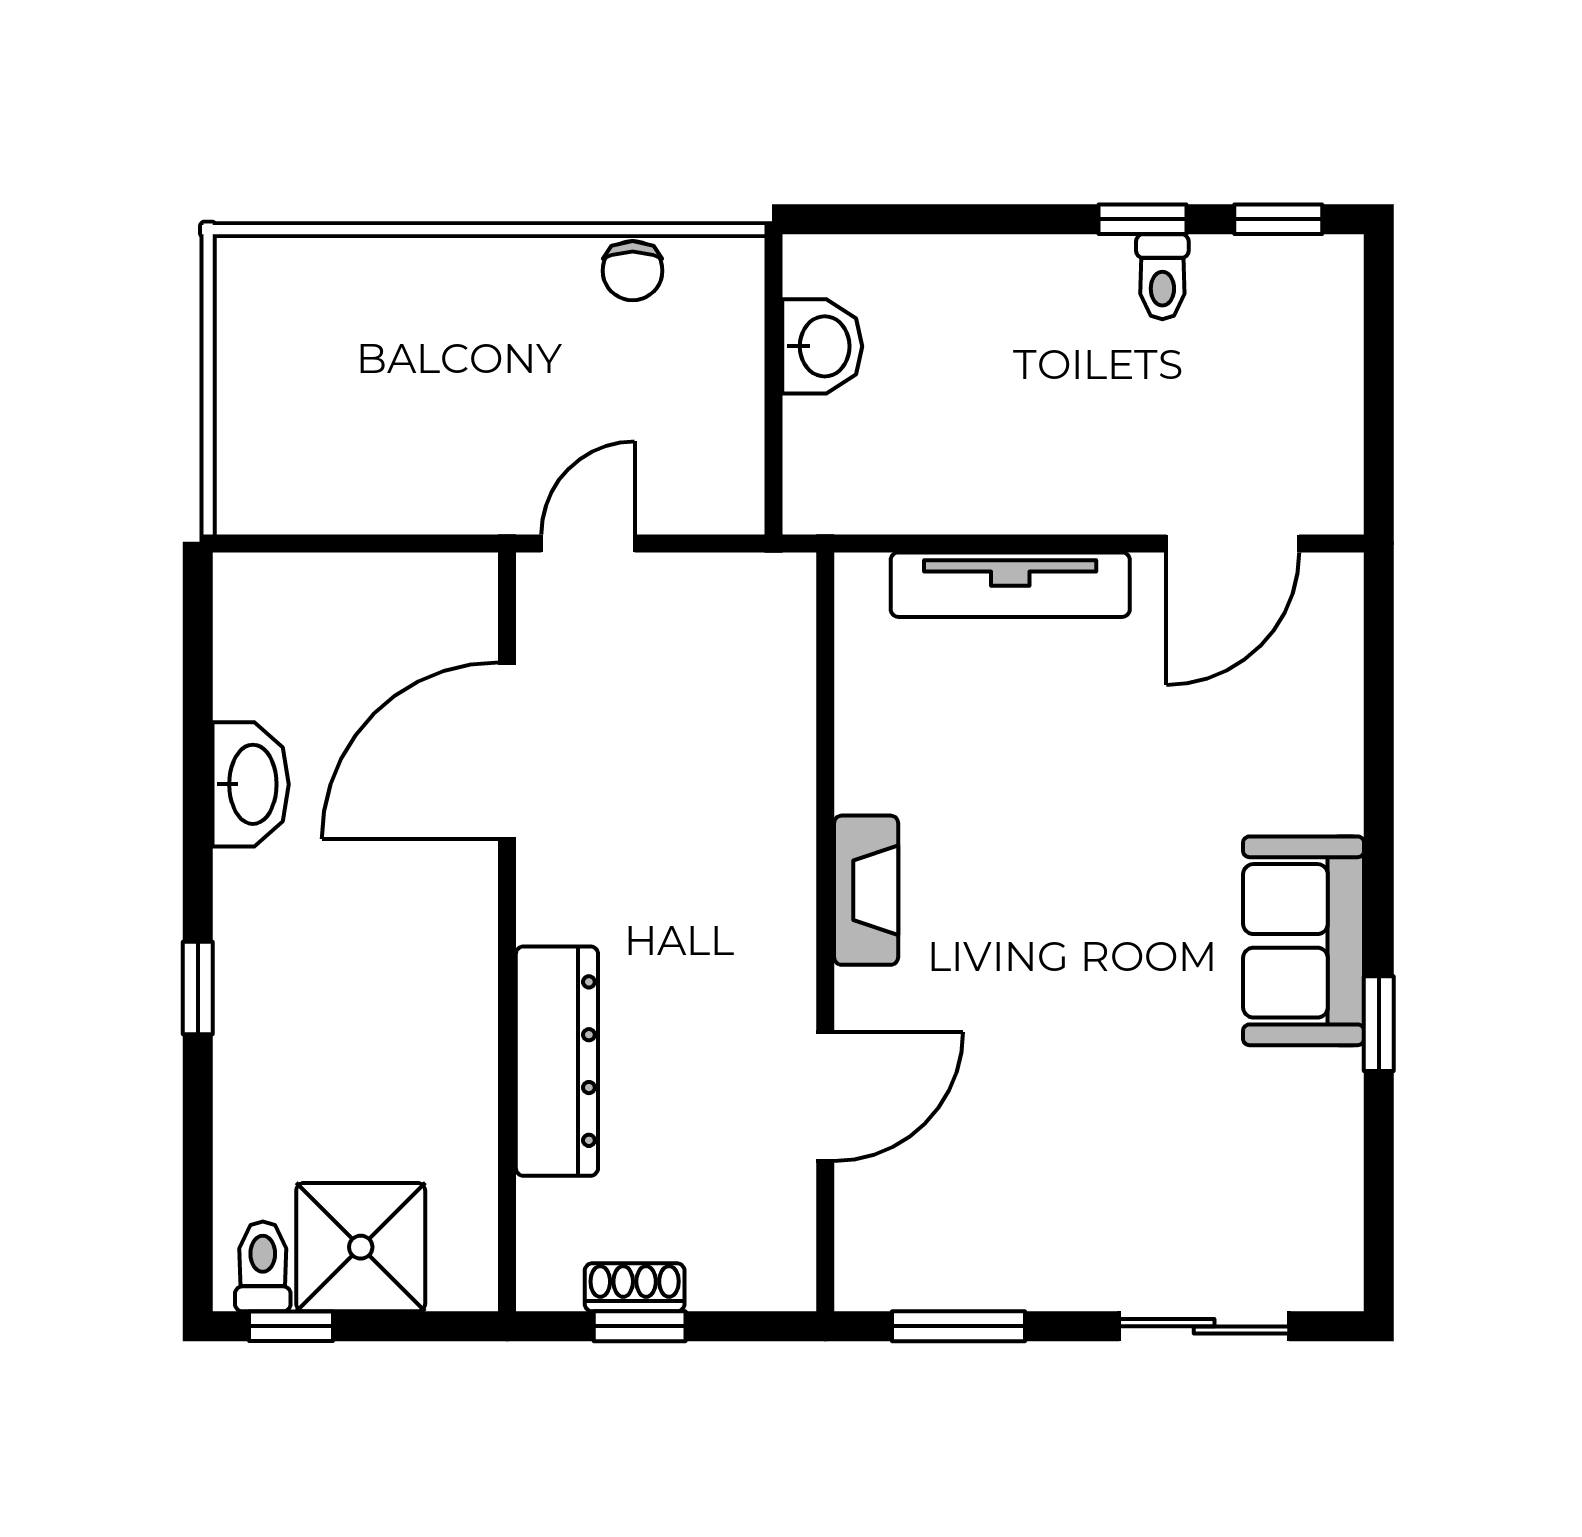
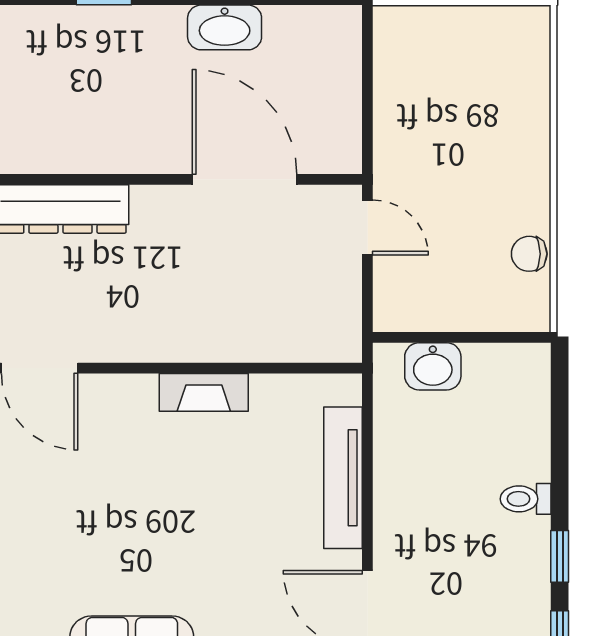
toilet: (1162, 277) -> (526, 499), moved
washbasin: (822, 346) -> (433, 366), moved
fireplace: (866, 890) -> (204, 392), moved

